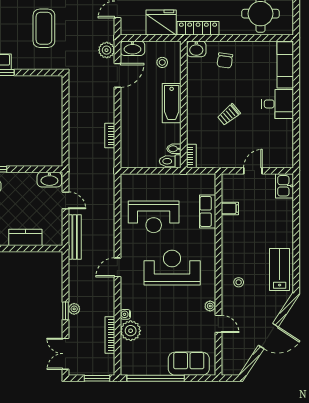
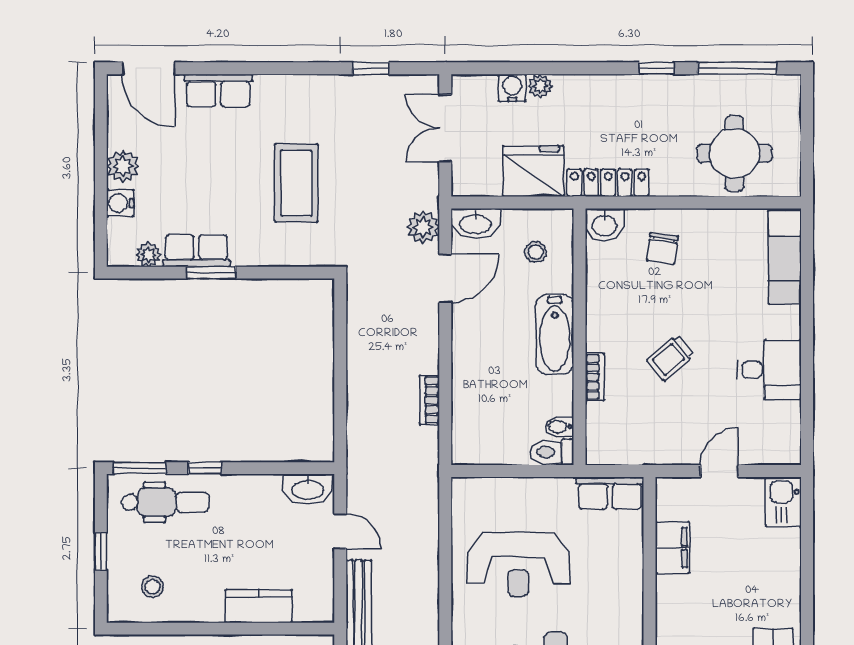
desk: (278, 104) -> (769, 370), moved
bookcase: (191, 156) -> (595, 377), moved
filing cabinet: (230, 208) -> (672, 548), width x2.00
row of seats: (208, 211) -> (610, 493), moved, turned -90

